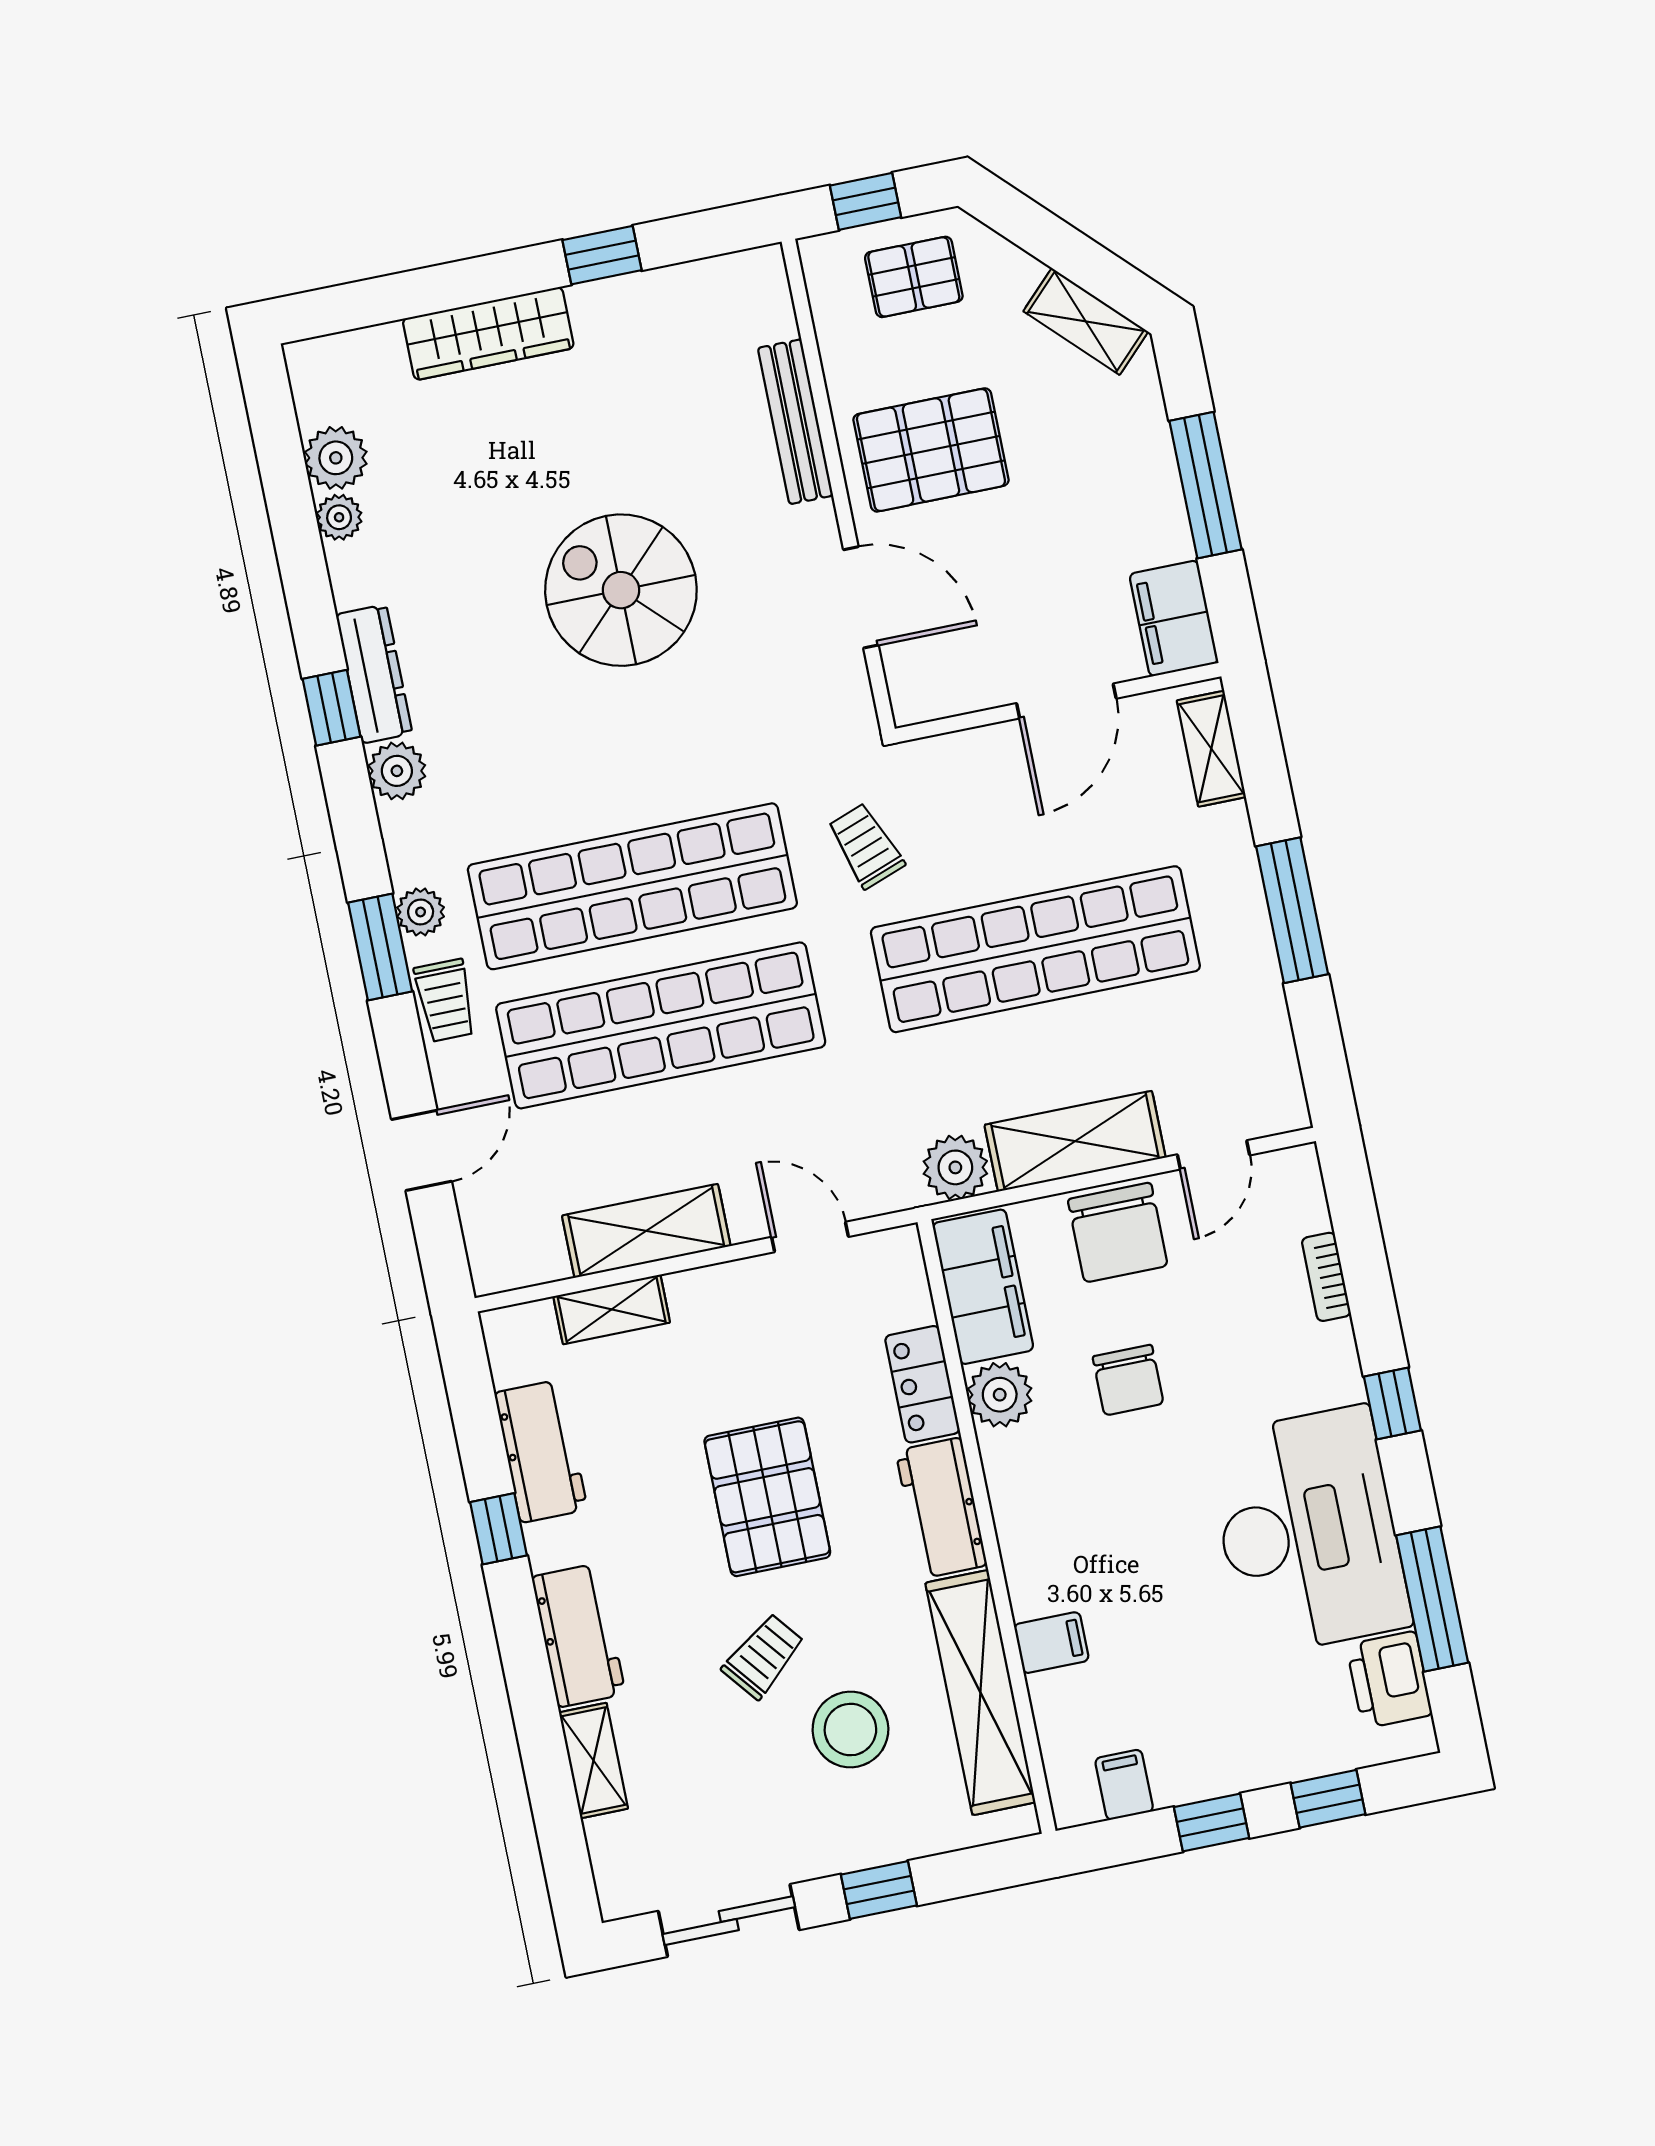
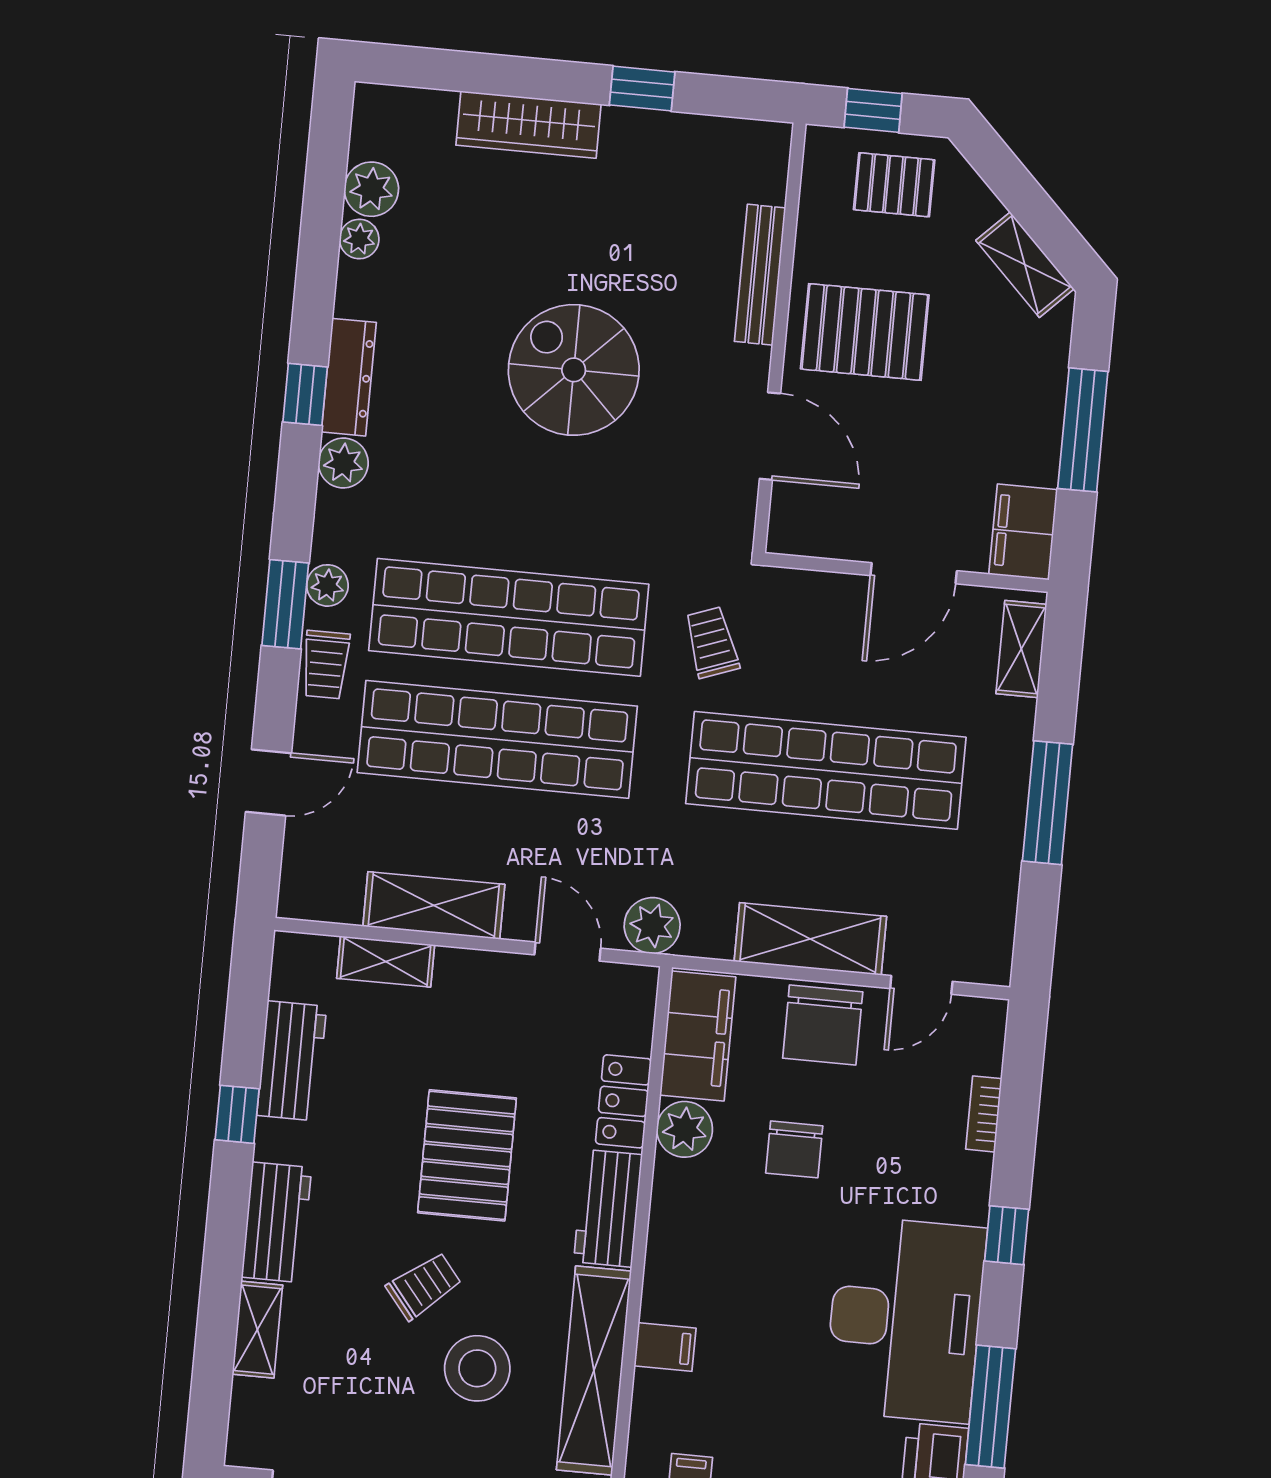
plant: (955, 1167) -> (652, 926), moved

